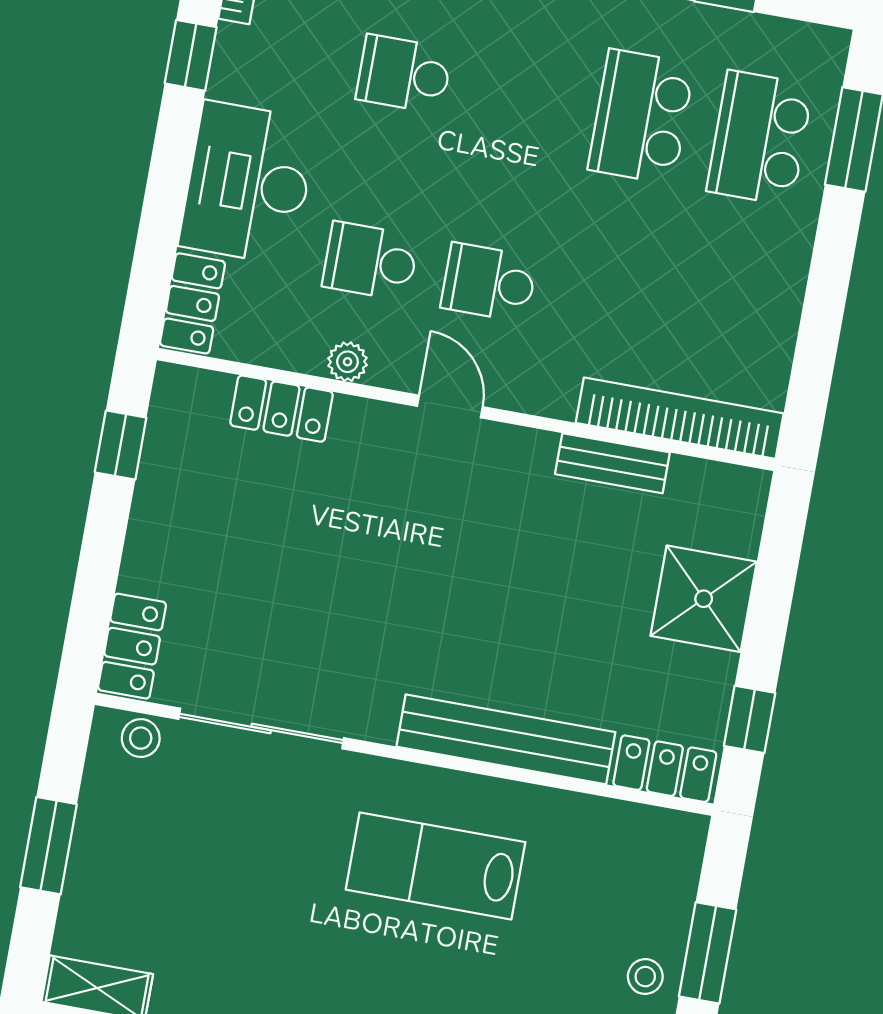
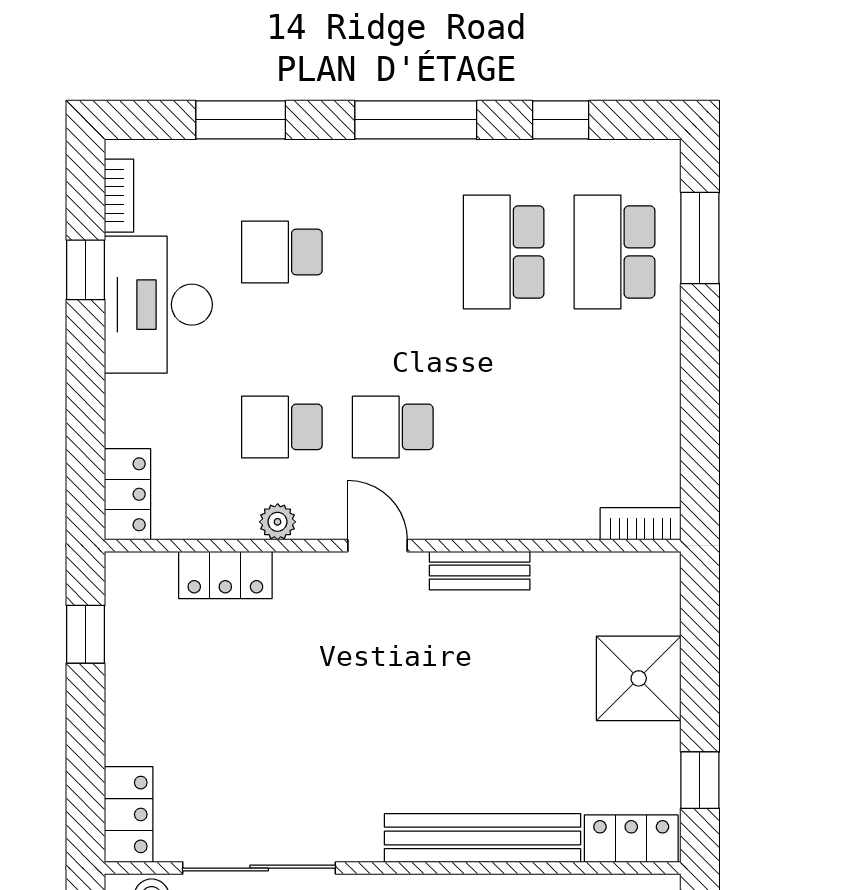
desk: (248, 183) -> (158, 305), moved
bookcase: (680, 418) -> (641, 524), width x0.43, depth x0.76
bench: (612, 463) -> (480, 571), moved

